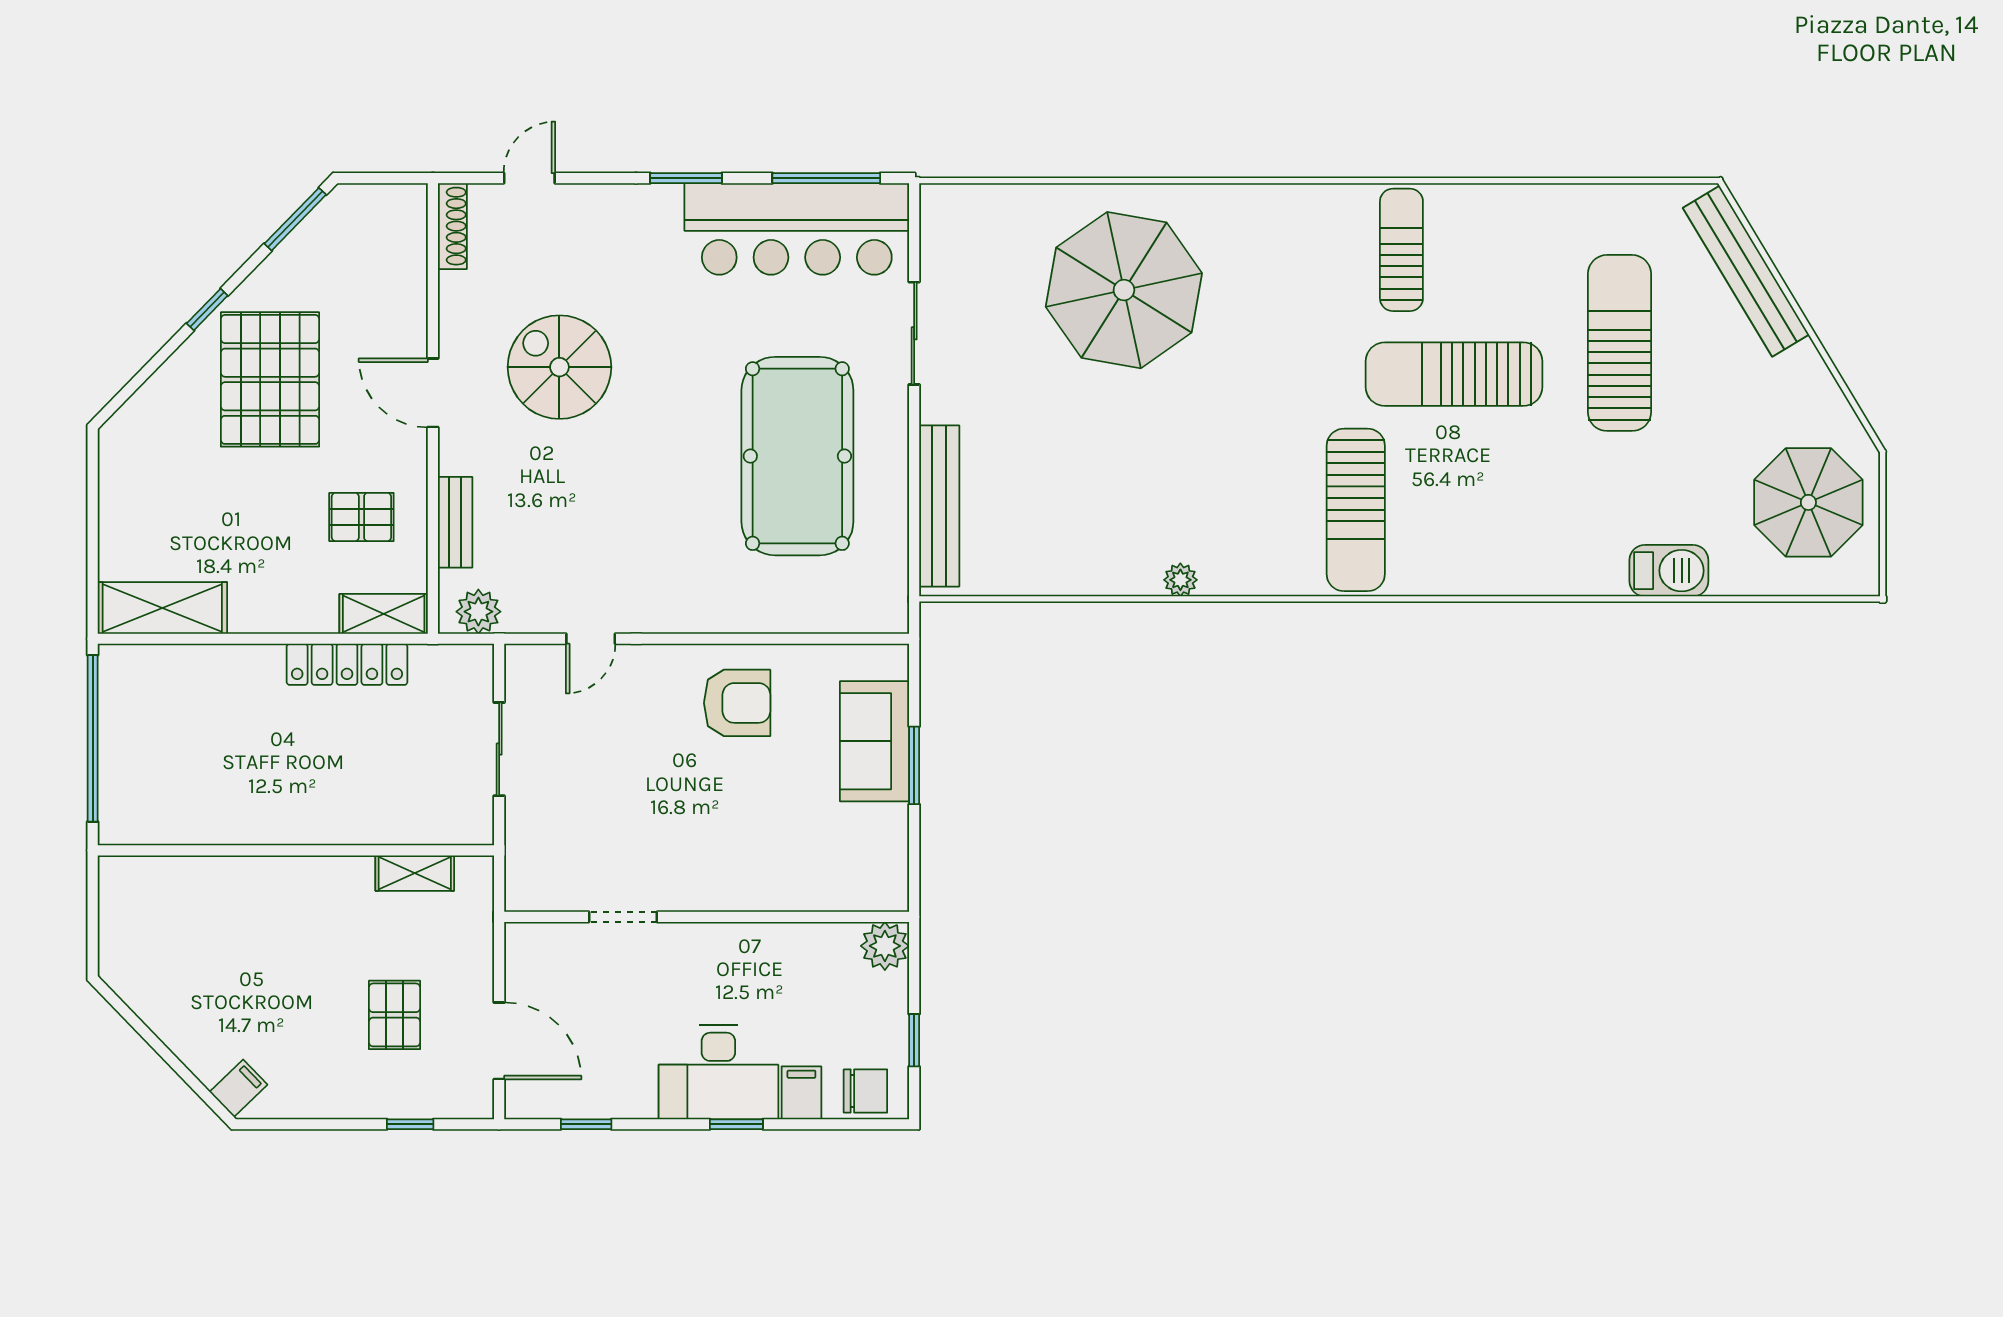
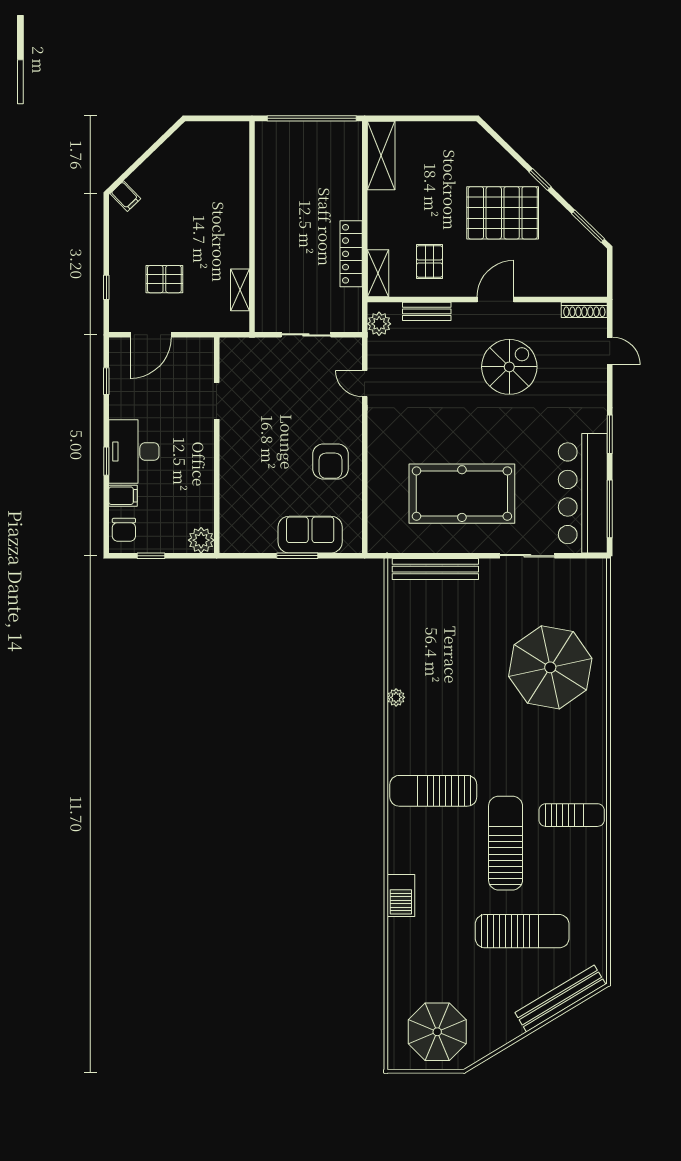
barbecue: (1669, 571) -> (401, 895), moved

